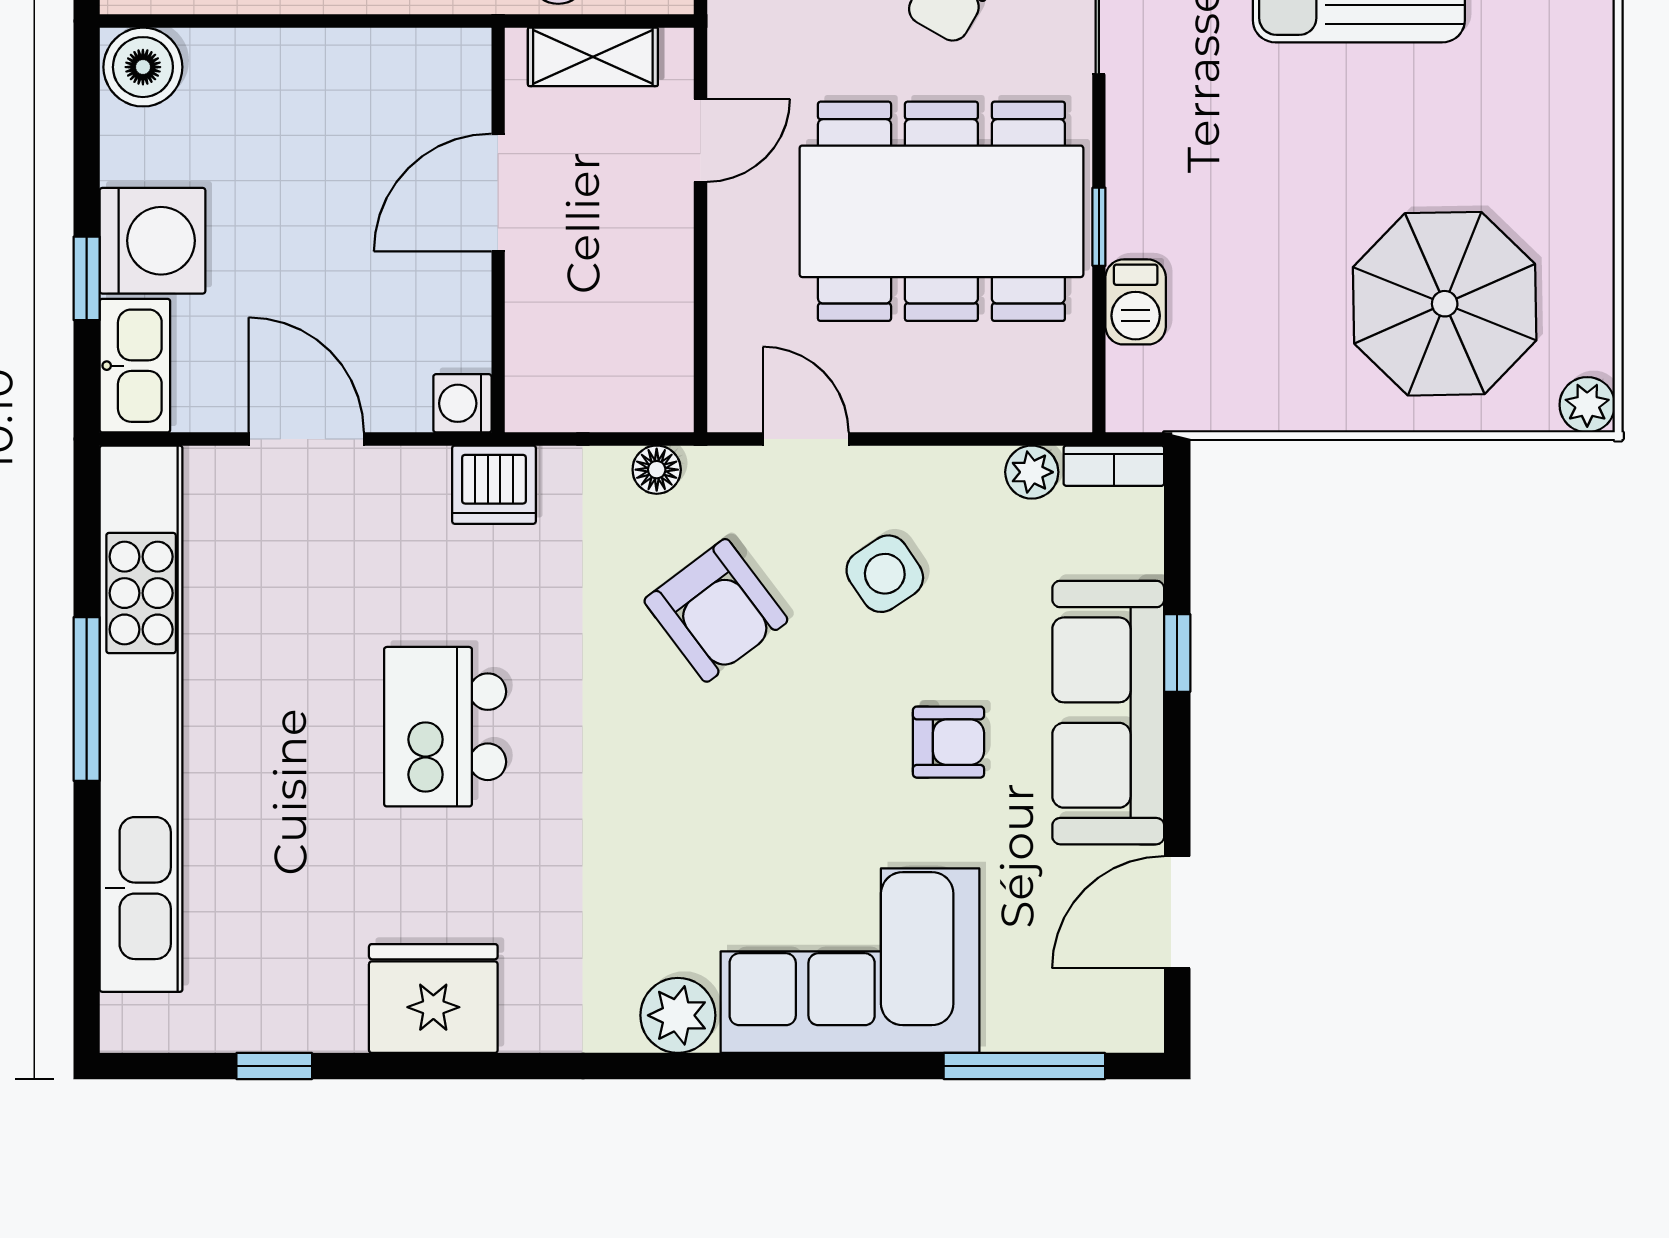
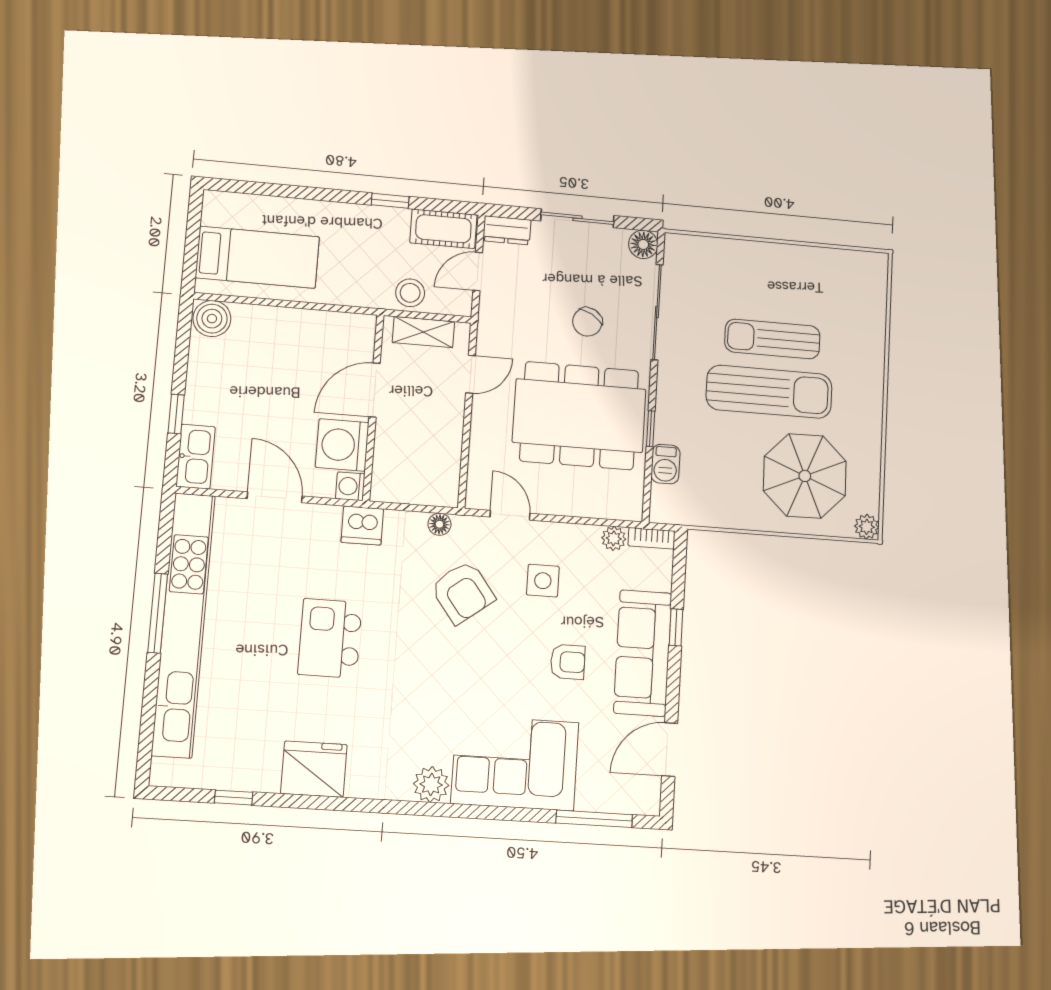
sun lounger: (1357, 124) -> (769, 392), added
washing machine: (153, 241) -> (342, 445), moved, turned 180
side table: (885, 574) -> (543, 581), turned 34

